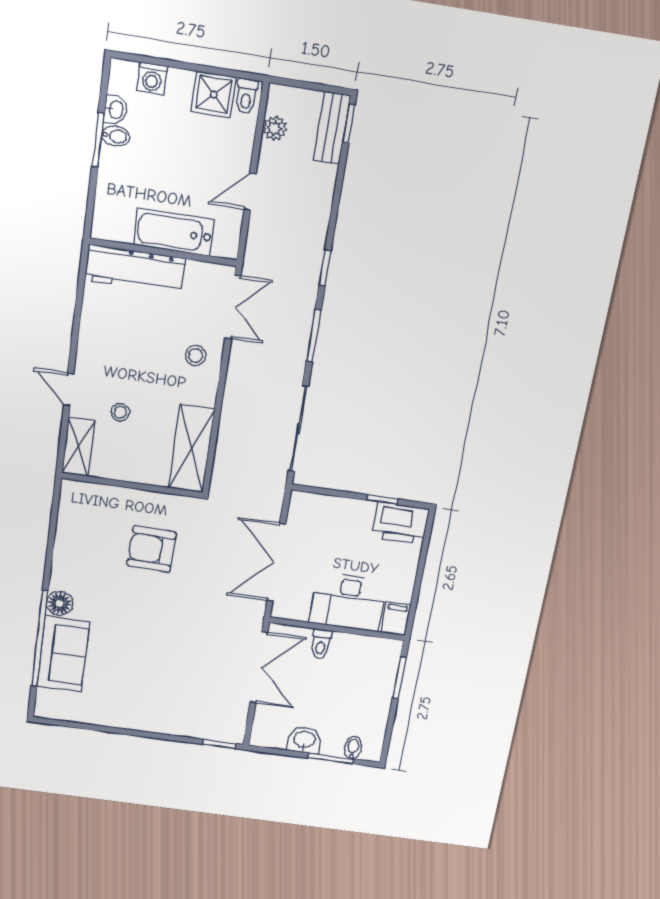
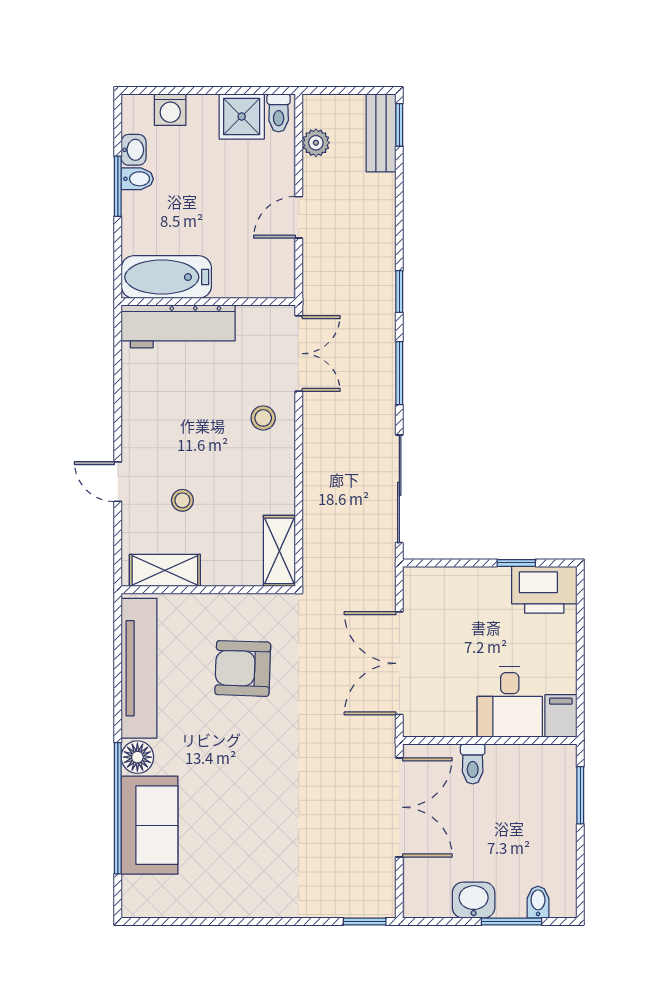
bathtub: (174, 232) -> (166, 277), moved
shelving: (78, 447) -> (165, 570), moved, turned 90
shelving: (191, 449) -> (279, 551), width x0.67, depth x0.75
tv unit: (69, 537) -> (139, 668), added
desk: (348, 602) -> (510, 702), width x0.73

